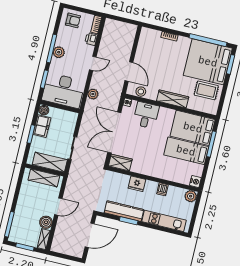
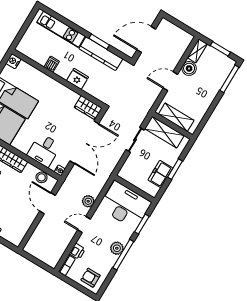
plant: (93, 94) -> (88, 201), moved
boiler: (44, 110) -> (153, 191), removed
plant: (191, 196) -> (23, 47), removed

